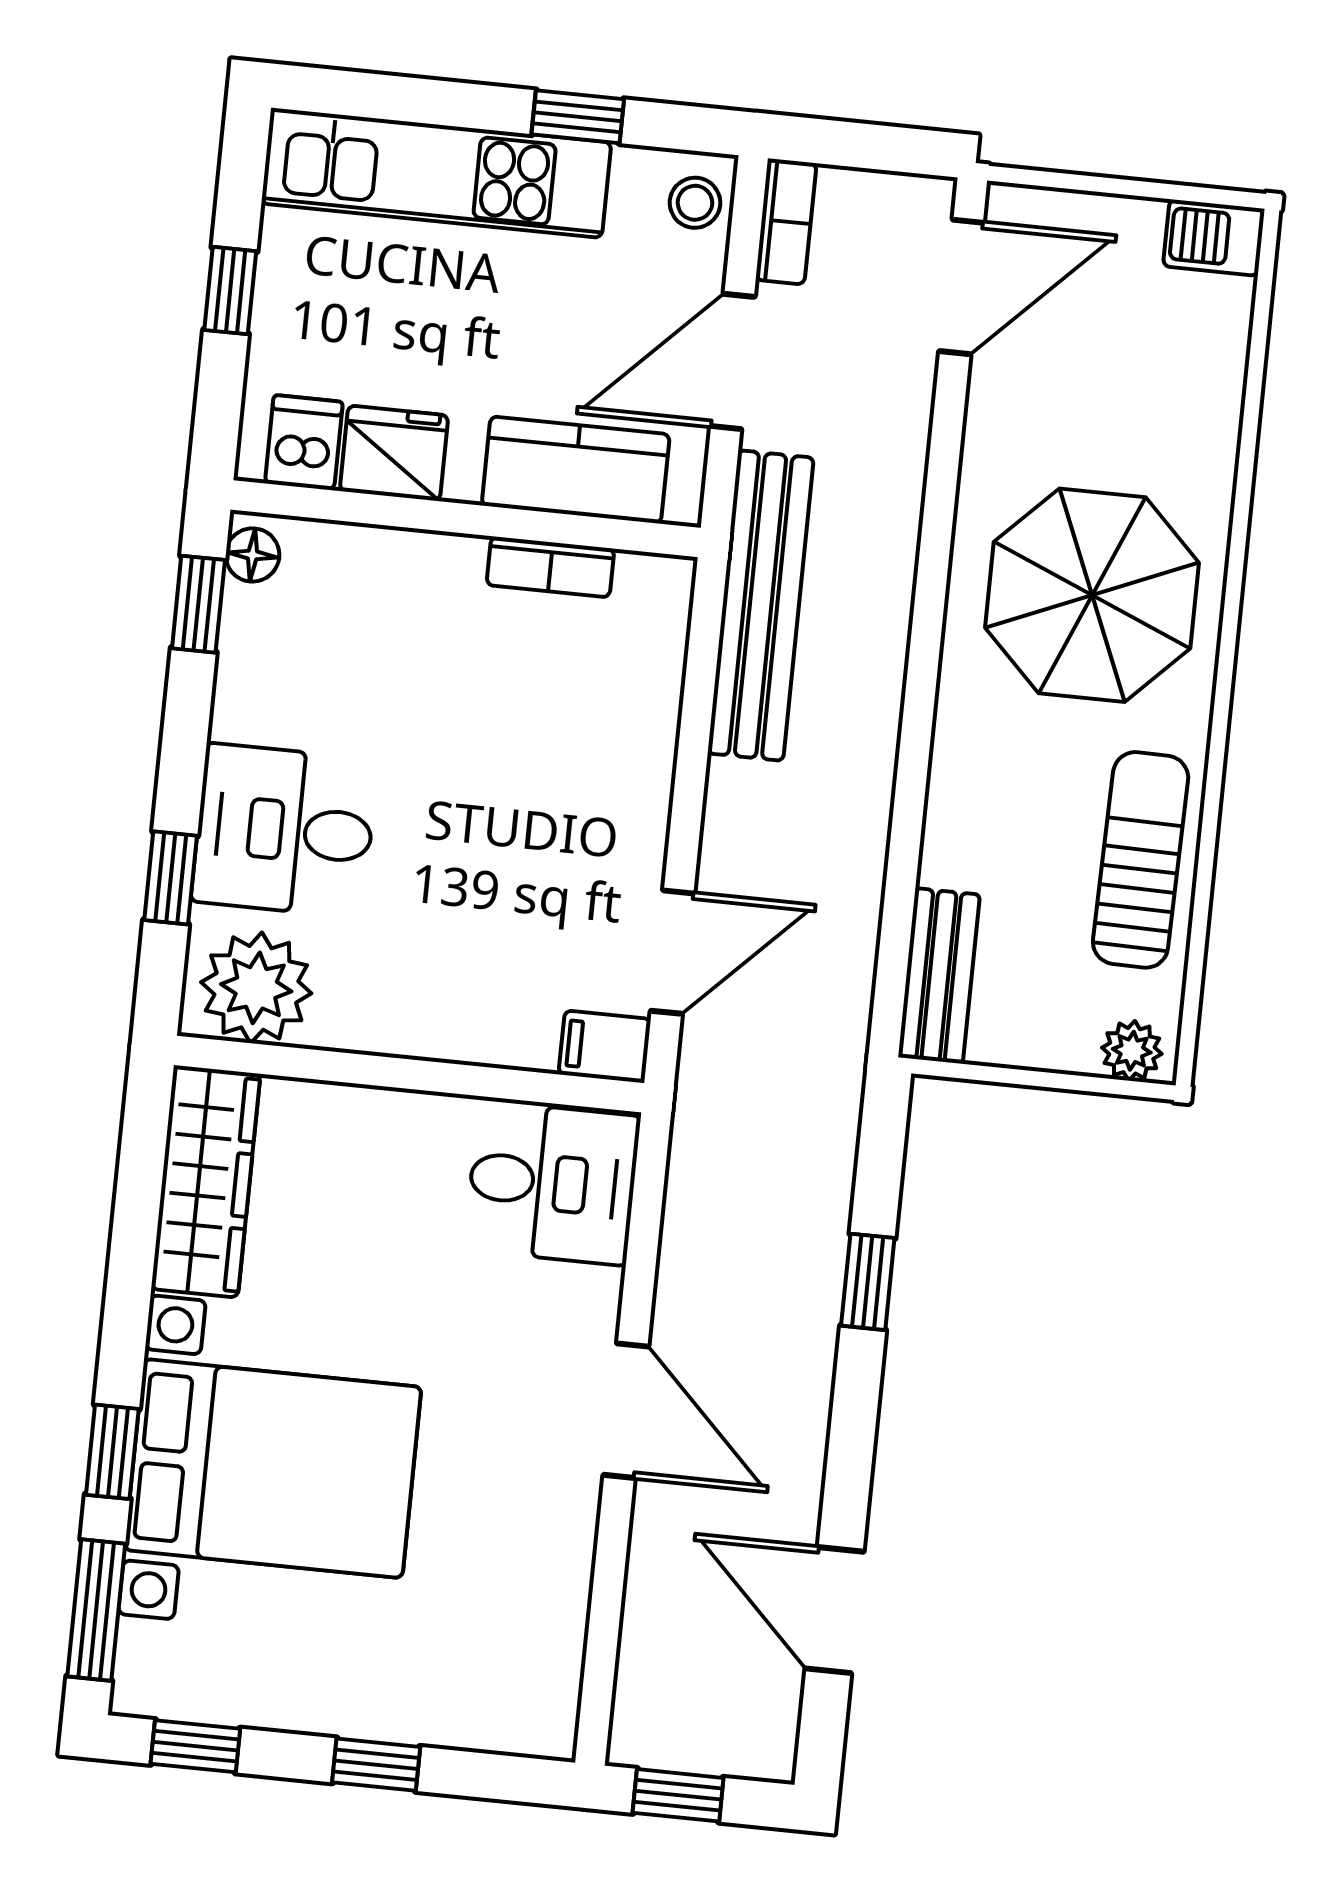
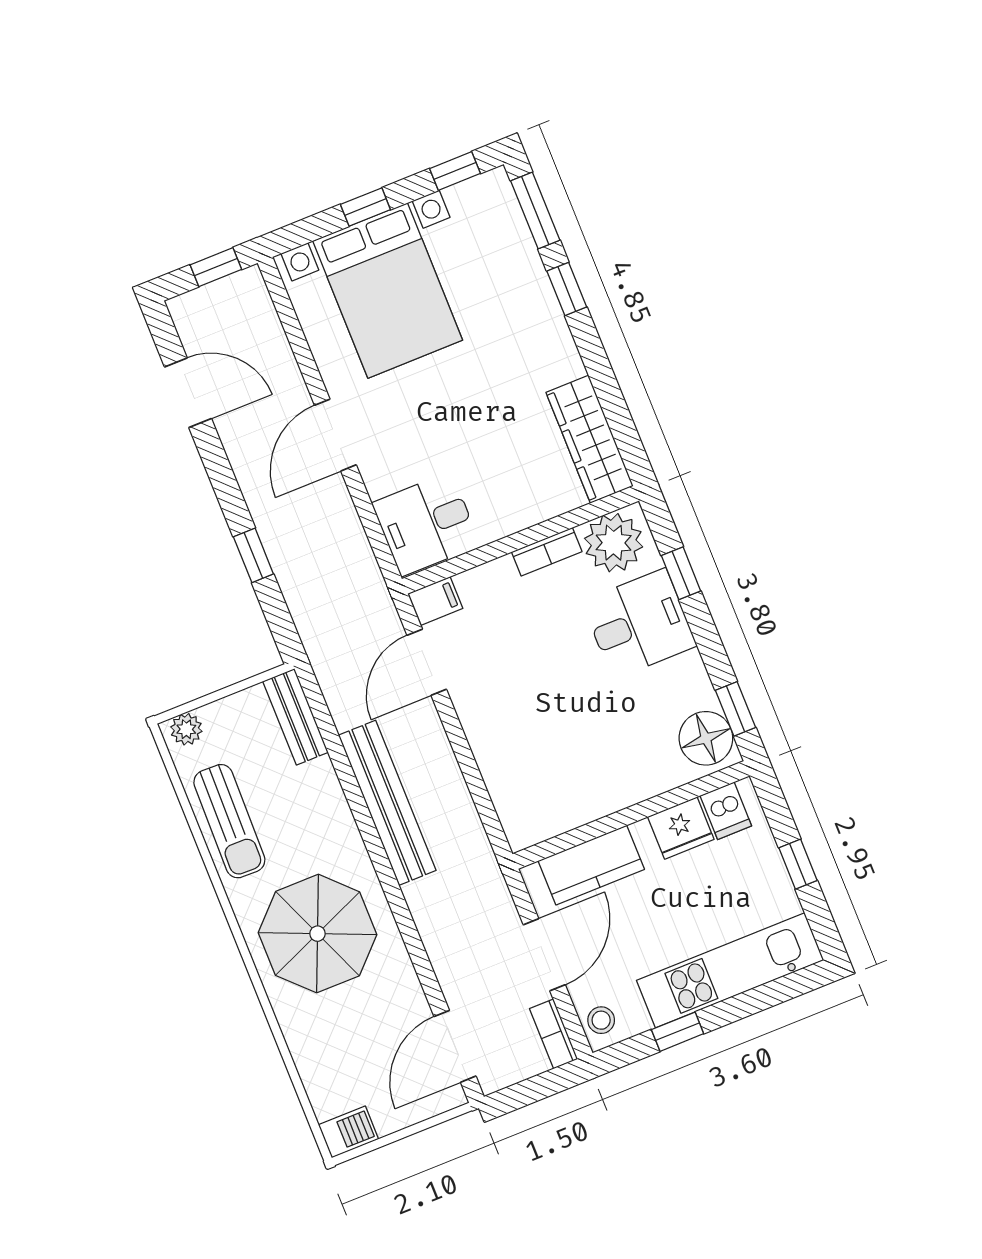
floor lamp: (252, 555) -> (706, 738), width x1.89, depth x1.89
bookcase: (550, 567) -> (547, 552), moved, turned 180
bench: (761, 606) -> (387, 803), moved
door: (626, 1411) -> (335, 435), hinge flipped
bed with nightstands: (273, 1469) -> (388, 291), moved, turned -90

